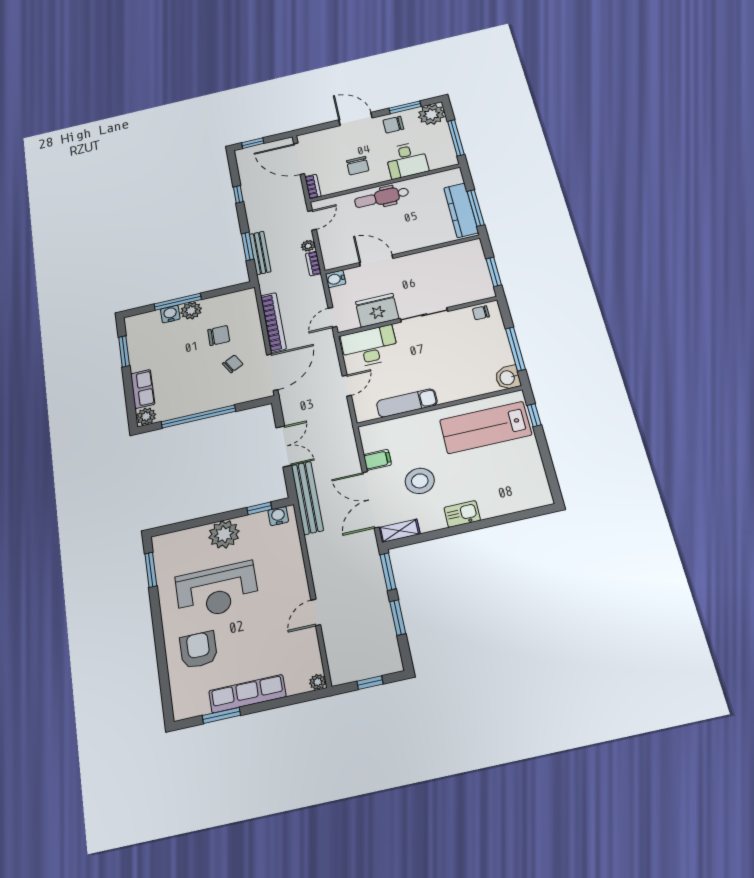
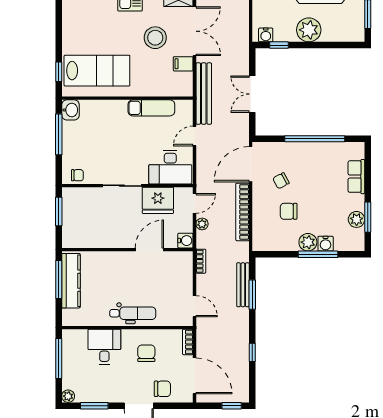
plant: (431, 114) -> (68, 396), width x0.53, depth x0.53
chair: (393, 125) -> (162, 389), moved
door: (312, 220) -> (194, 306), swing flipped
plant: (308, 246) -> (202, 224), moved
door: (376, 260) -> (149, 250), swing flipped
plant: (146, 416) -> (357, 219), moved
bench: (307, 498) -> (204, 94), moved

